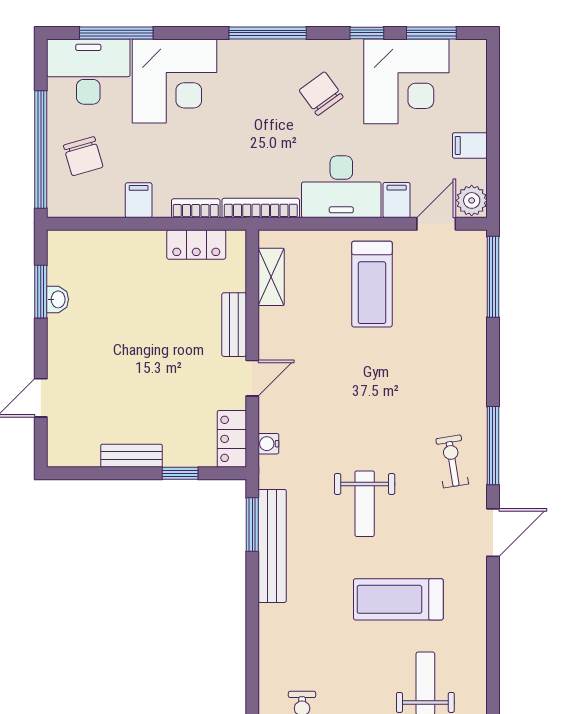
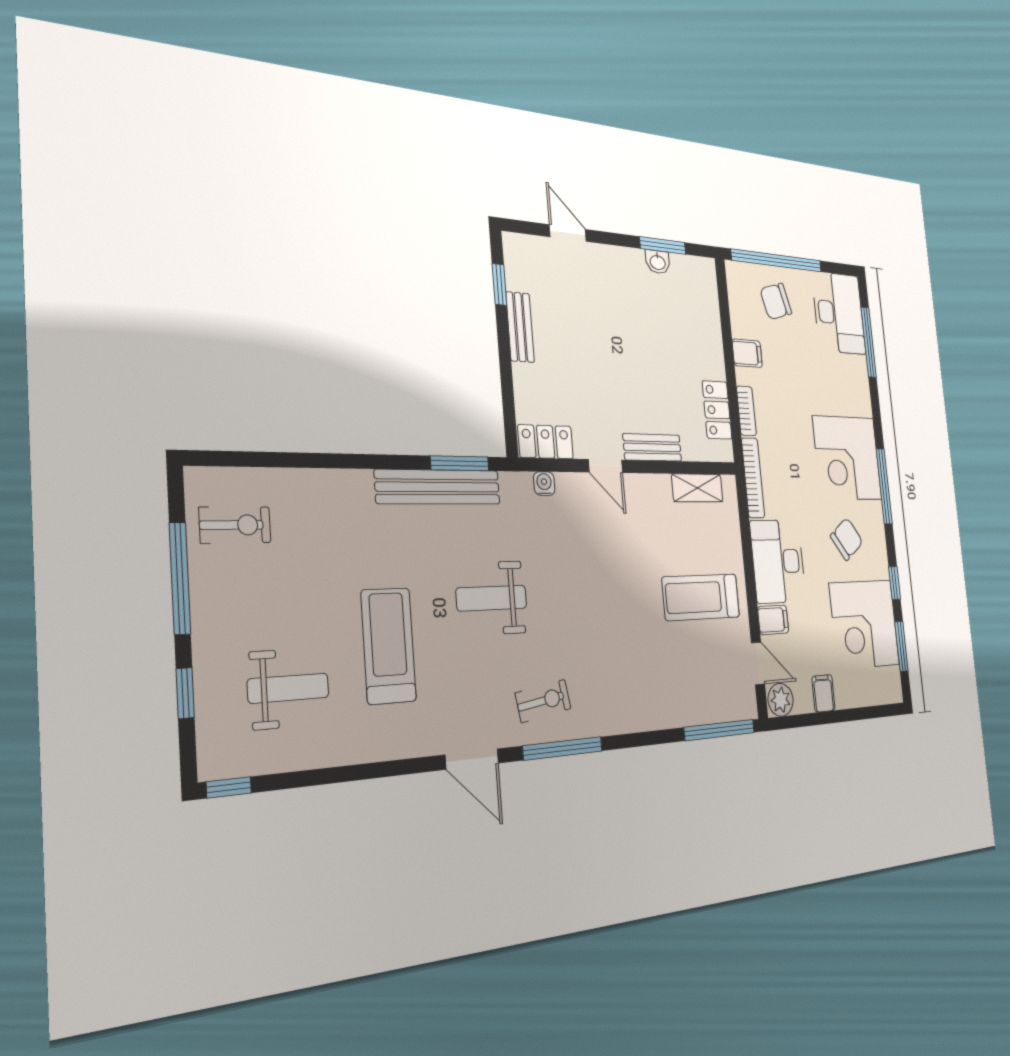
corner desk: (174, 81) -> (847, 458), moved
window: (180, 473) -> (499, 284), moved

